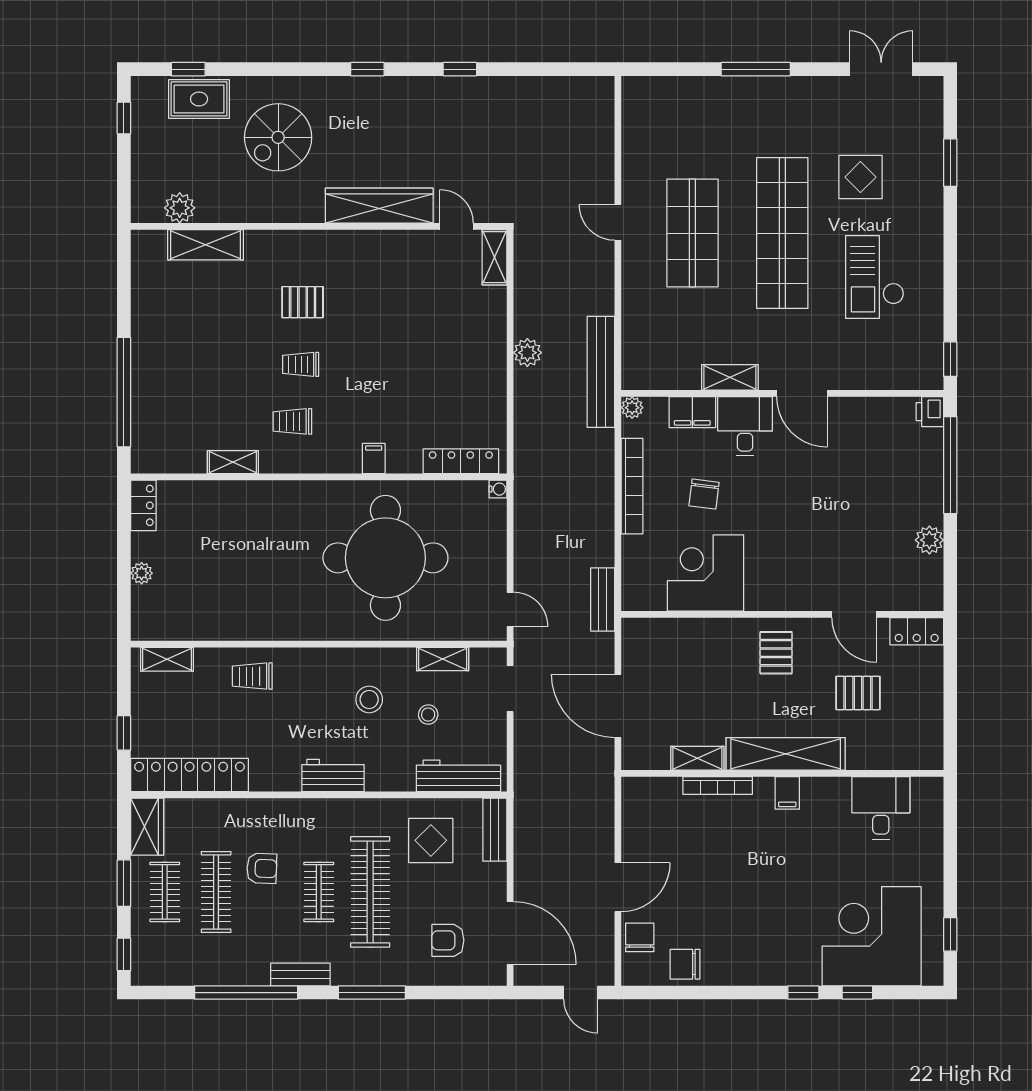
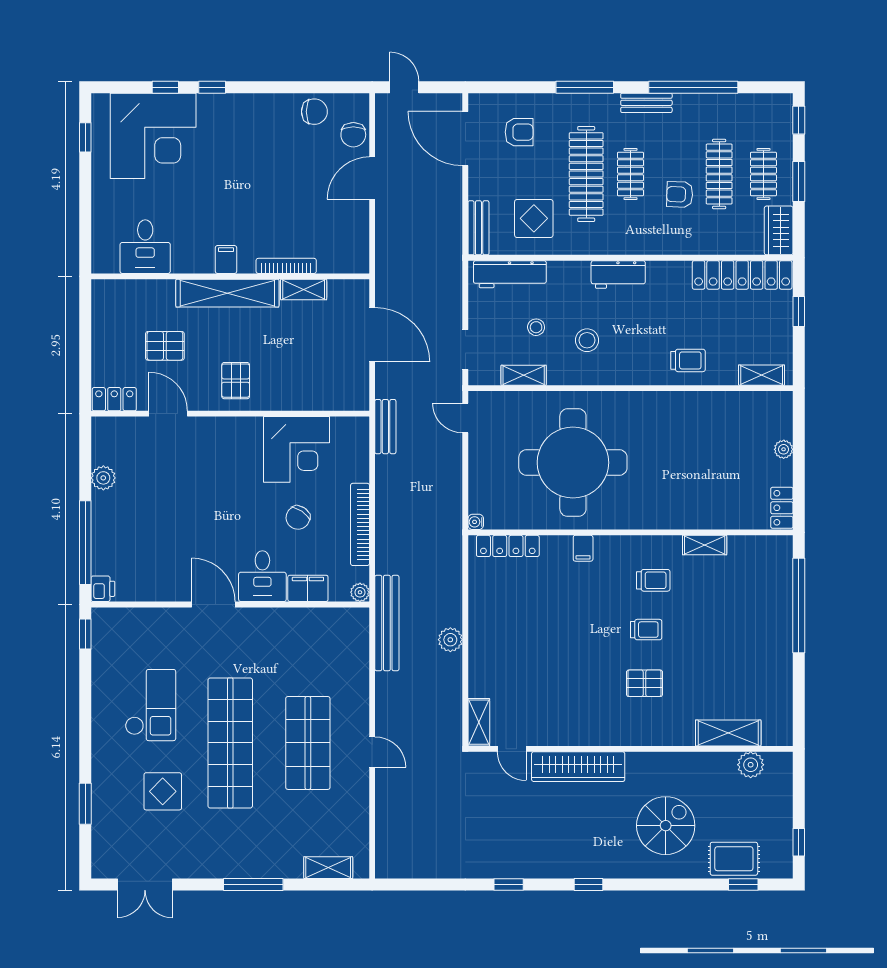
shelving: (730, 377) -> (328, 868), moved
chair: (704, 494) -> (298, 518), turned -153

